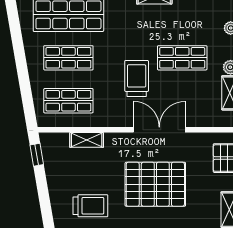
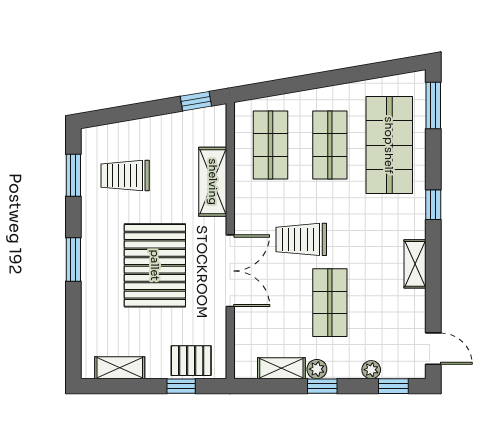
trolley: (137, 78) -> (301, 239), turned 180
shelving: (87, 140) -> (213, 182), width x1.50, depth x1.33
trolley: (90, 206) -> (125, 176), turned 90

